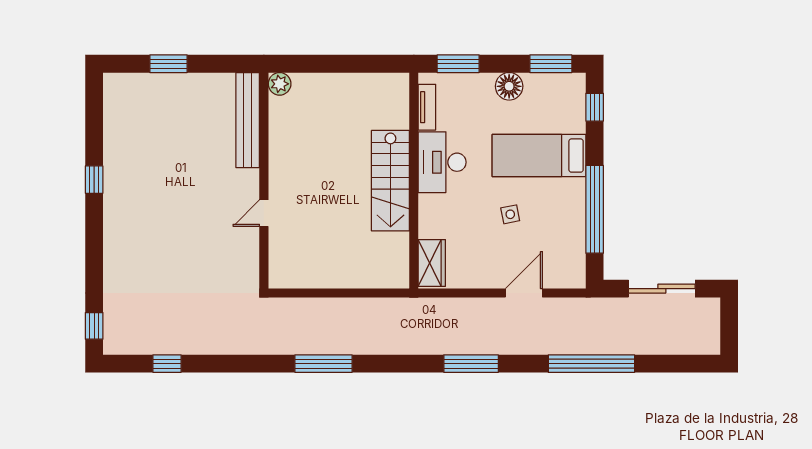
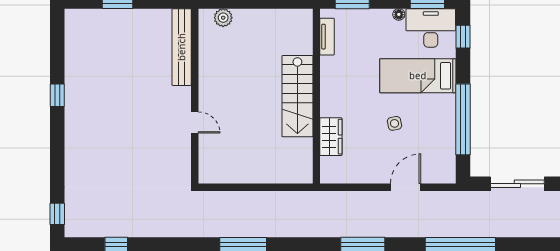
plant: (280, 84) -> (223, 18), moved
floor lamp: (509, 86) -> (399, 14), width x0.53, depth x0.53
desk: (442, 162) -> (431, 28), moved, turned 90
door: (264, 213) -> (195, 122), swing flipped
wardrobe: (432, 263) -> (331, 137), moved

